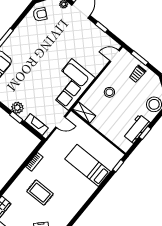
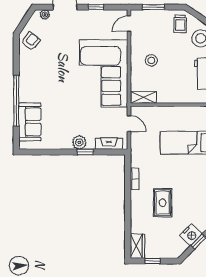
trolley: (137, 74) -> (180, 24), moved
corner sofa: (70, 85) -> (104, 73), width x1.36, depth x1.36
door: (61, 122) -> (129, 124), hinge flipped
rug: (40, 193) -> (163, 203), turned 90

